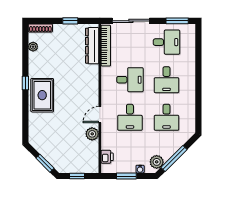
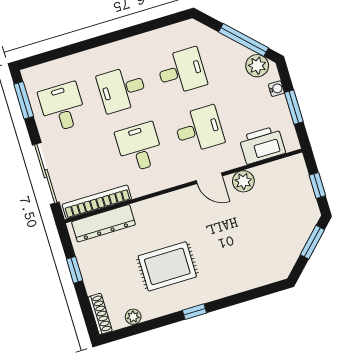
desk: (167, 80) -> (122, 89), turned 180
rug: (42, 95) -> (167, 266), moved
printer: (107, 157) -> (262, 145), width x1.87, depth x1.48

